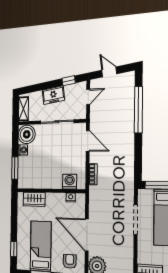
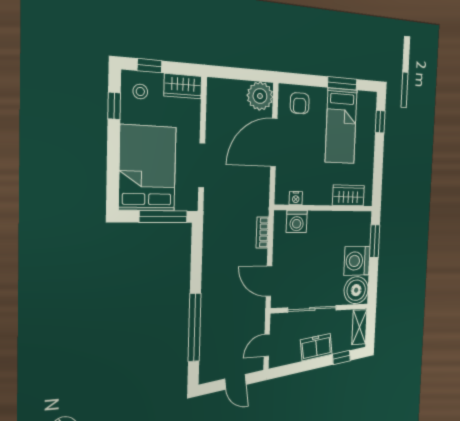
window: (69, 81) -> (341, 357), moved
washing machine: (23, 150) -> (357, 261), width x1.89, depth x1.89
door: (87, 235) -> (274, 143), swing flipped

